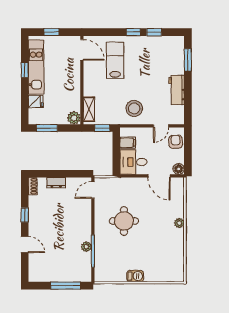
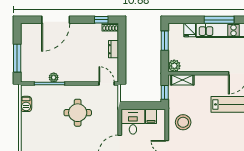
window: (25, 70) -> (219, 20), width x2.17
window: (25, 215) -> (101, 20), moved
door: (25, 245) -> (56, 20), width x1.88
barbecue: (135, 276) -> (26, 104), moved

